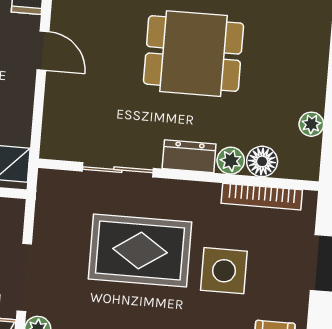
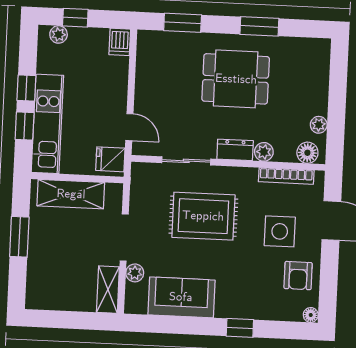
door: (43, 51) -> (129, 127), moved
floor lamp: (262, 161) -> (307, 153), moved
side table: (224, 271) -> (280, 231), moved

